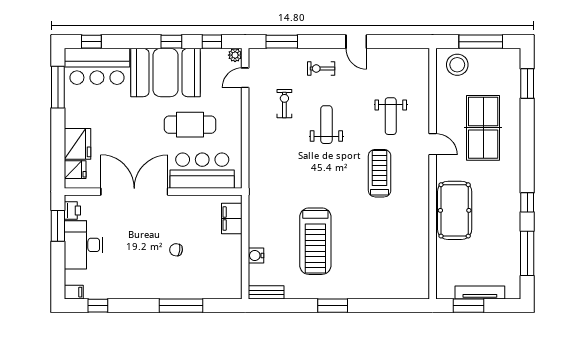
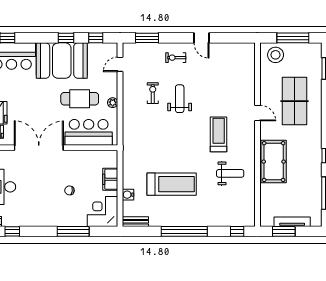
plant: (235, 55) -> (113, 103), moved
exercise bike: (284, 104) -> (153, 93), moved
weight bench: (391, 116) -> (230, 173), moved, turned -90
filing cabinet: (232, 219) -> (110, 179), moved
treadmill: (315, 241) -> (172, 184), turned -90
corner desk: (221, 279) -> (103, 212), added
window: (333, 306) -> (184, 231), width x2.11
window: (405, 306) -> (237, 231), added

